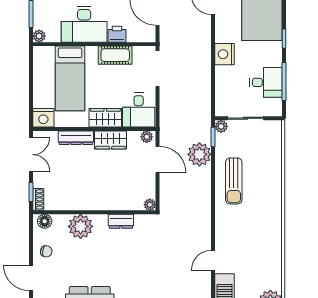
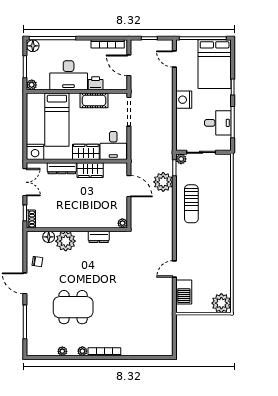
plant: (147, 137) -> (120, 168), removed
floor lamp: (45, 221) -> (49, 237), moved

